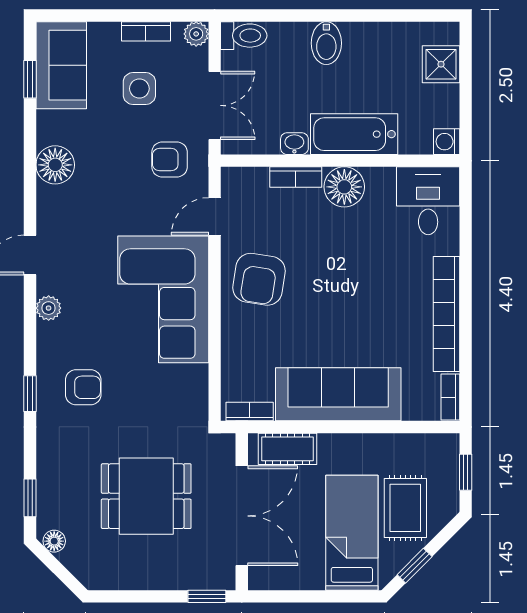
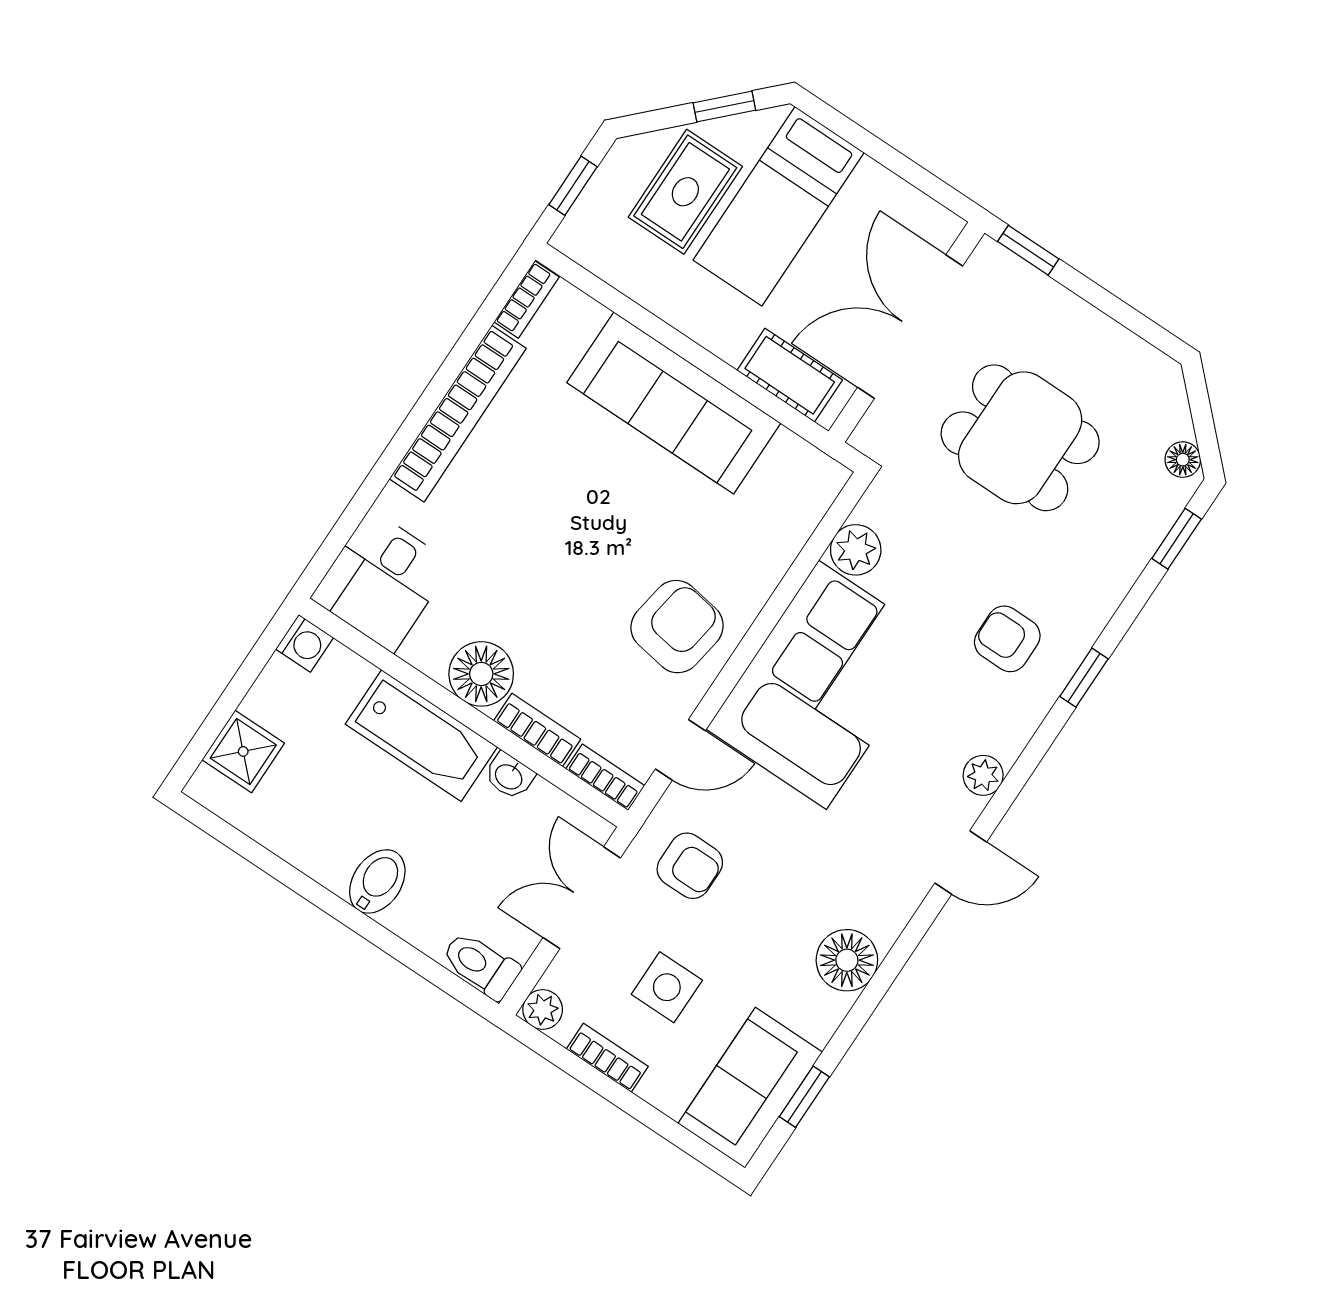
plant: (193, 381) -> (856, 550), added
bookcase: (250, 412) -> (605, 777), moved, turned 180

